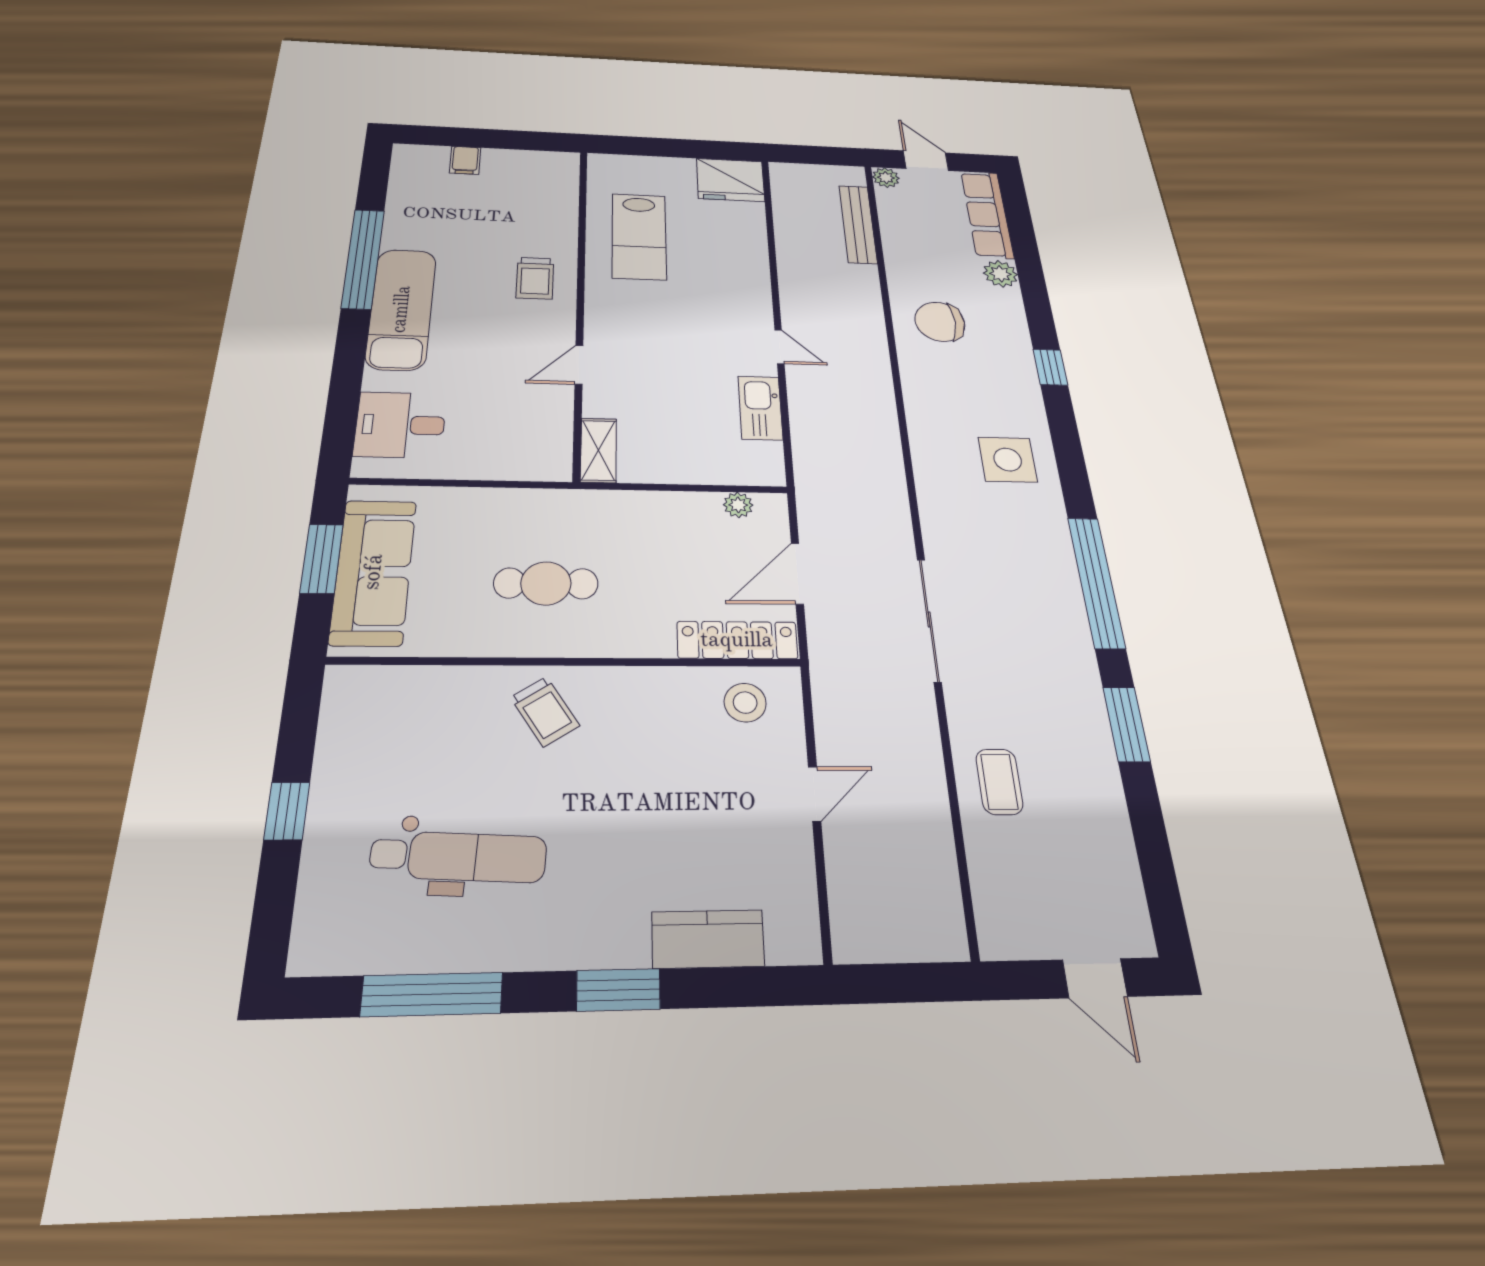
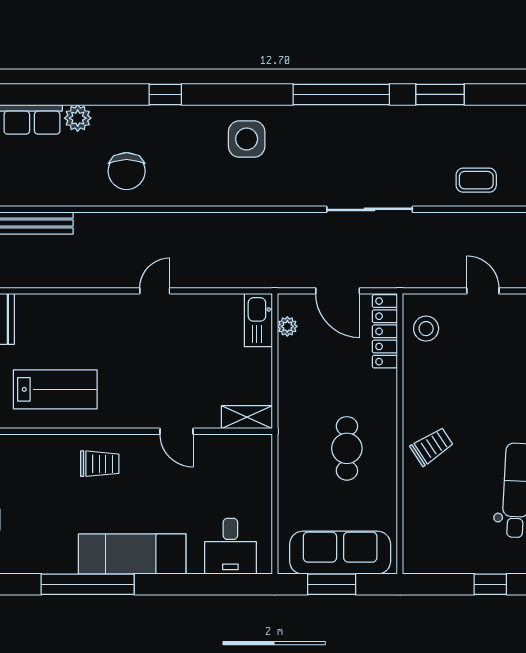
kitchen sink: (760, 408) -> (258, 320), moved, turned 90

